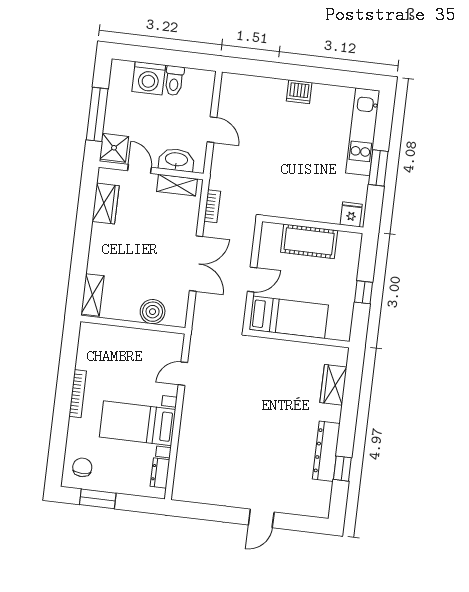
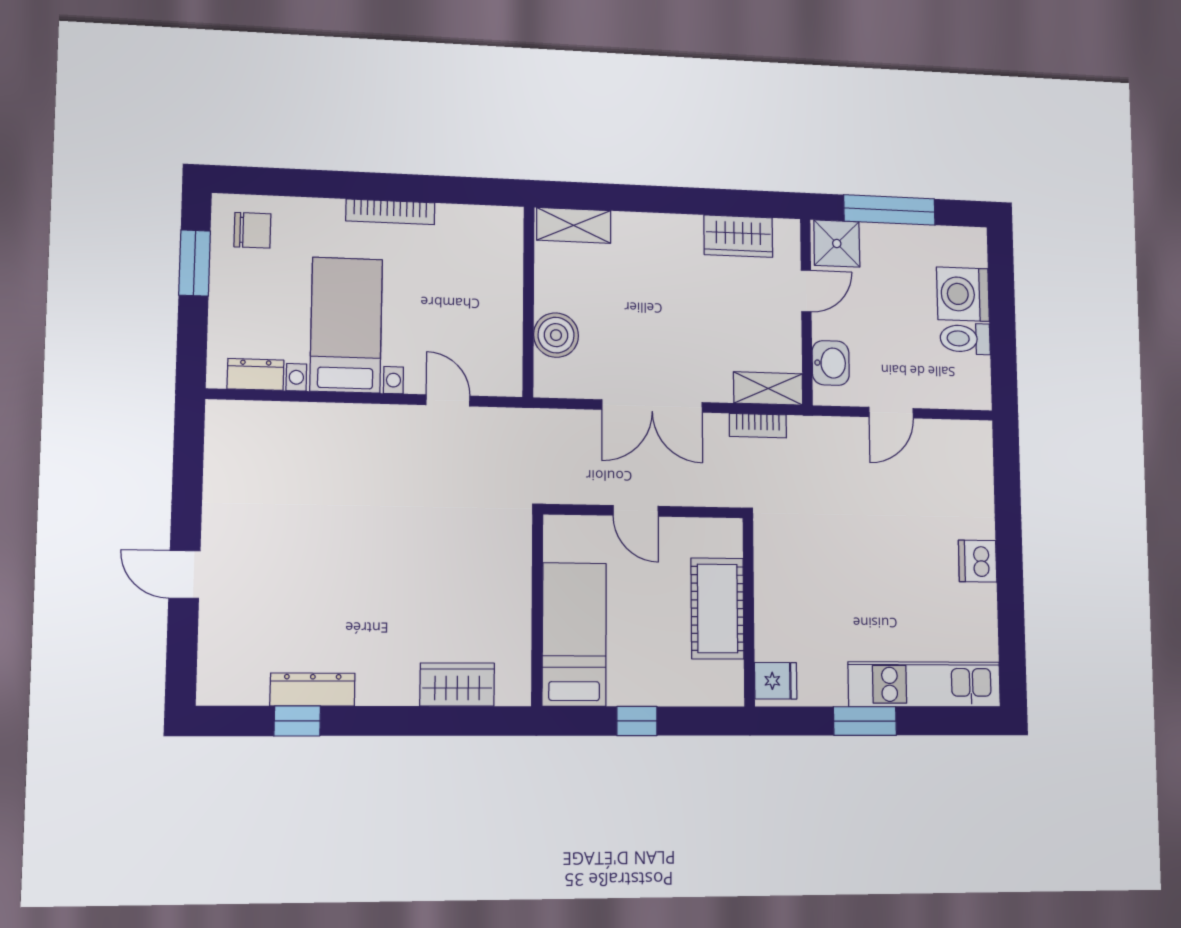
washbasin: (176, 160) -> (831, 363), width x0.72
shelving: (177, 185) -> (768, 388), moved, turned 90
bed: (289, 317) -> (574, 634), moved, turned 180
dresser: (326, 451) -> (313, 690), width x0.73, depth x0.80

